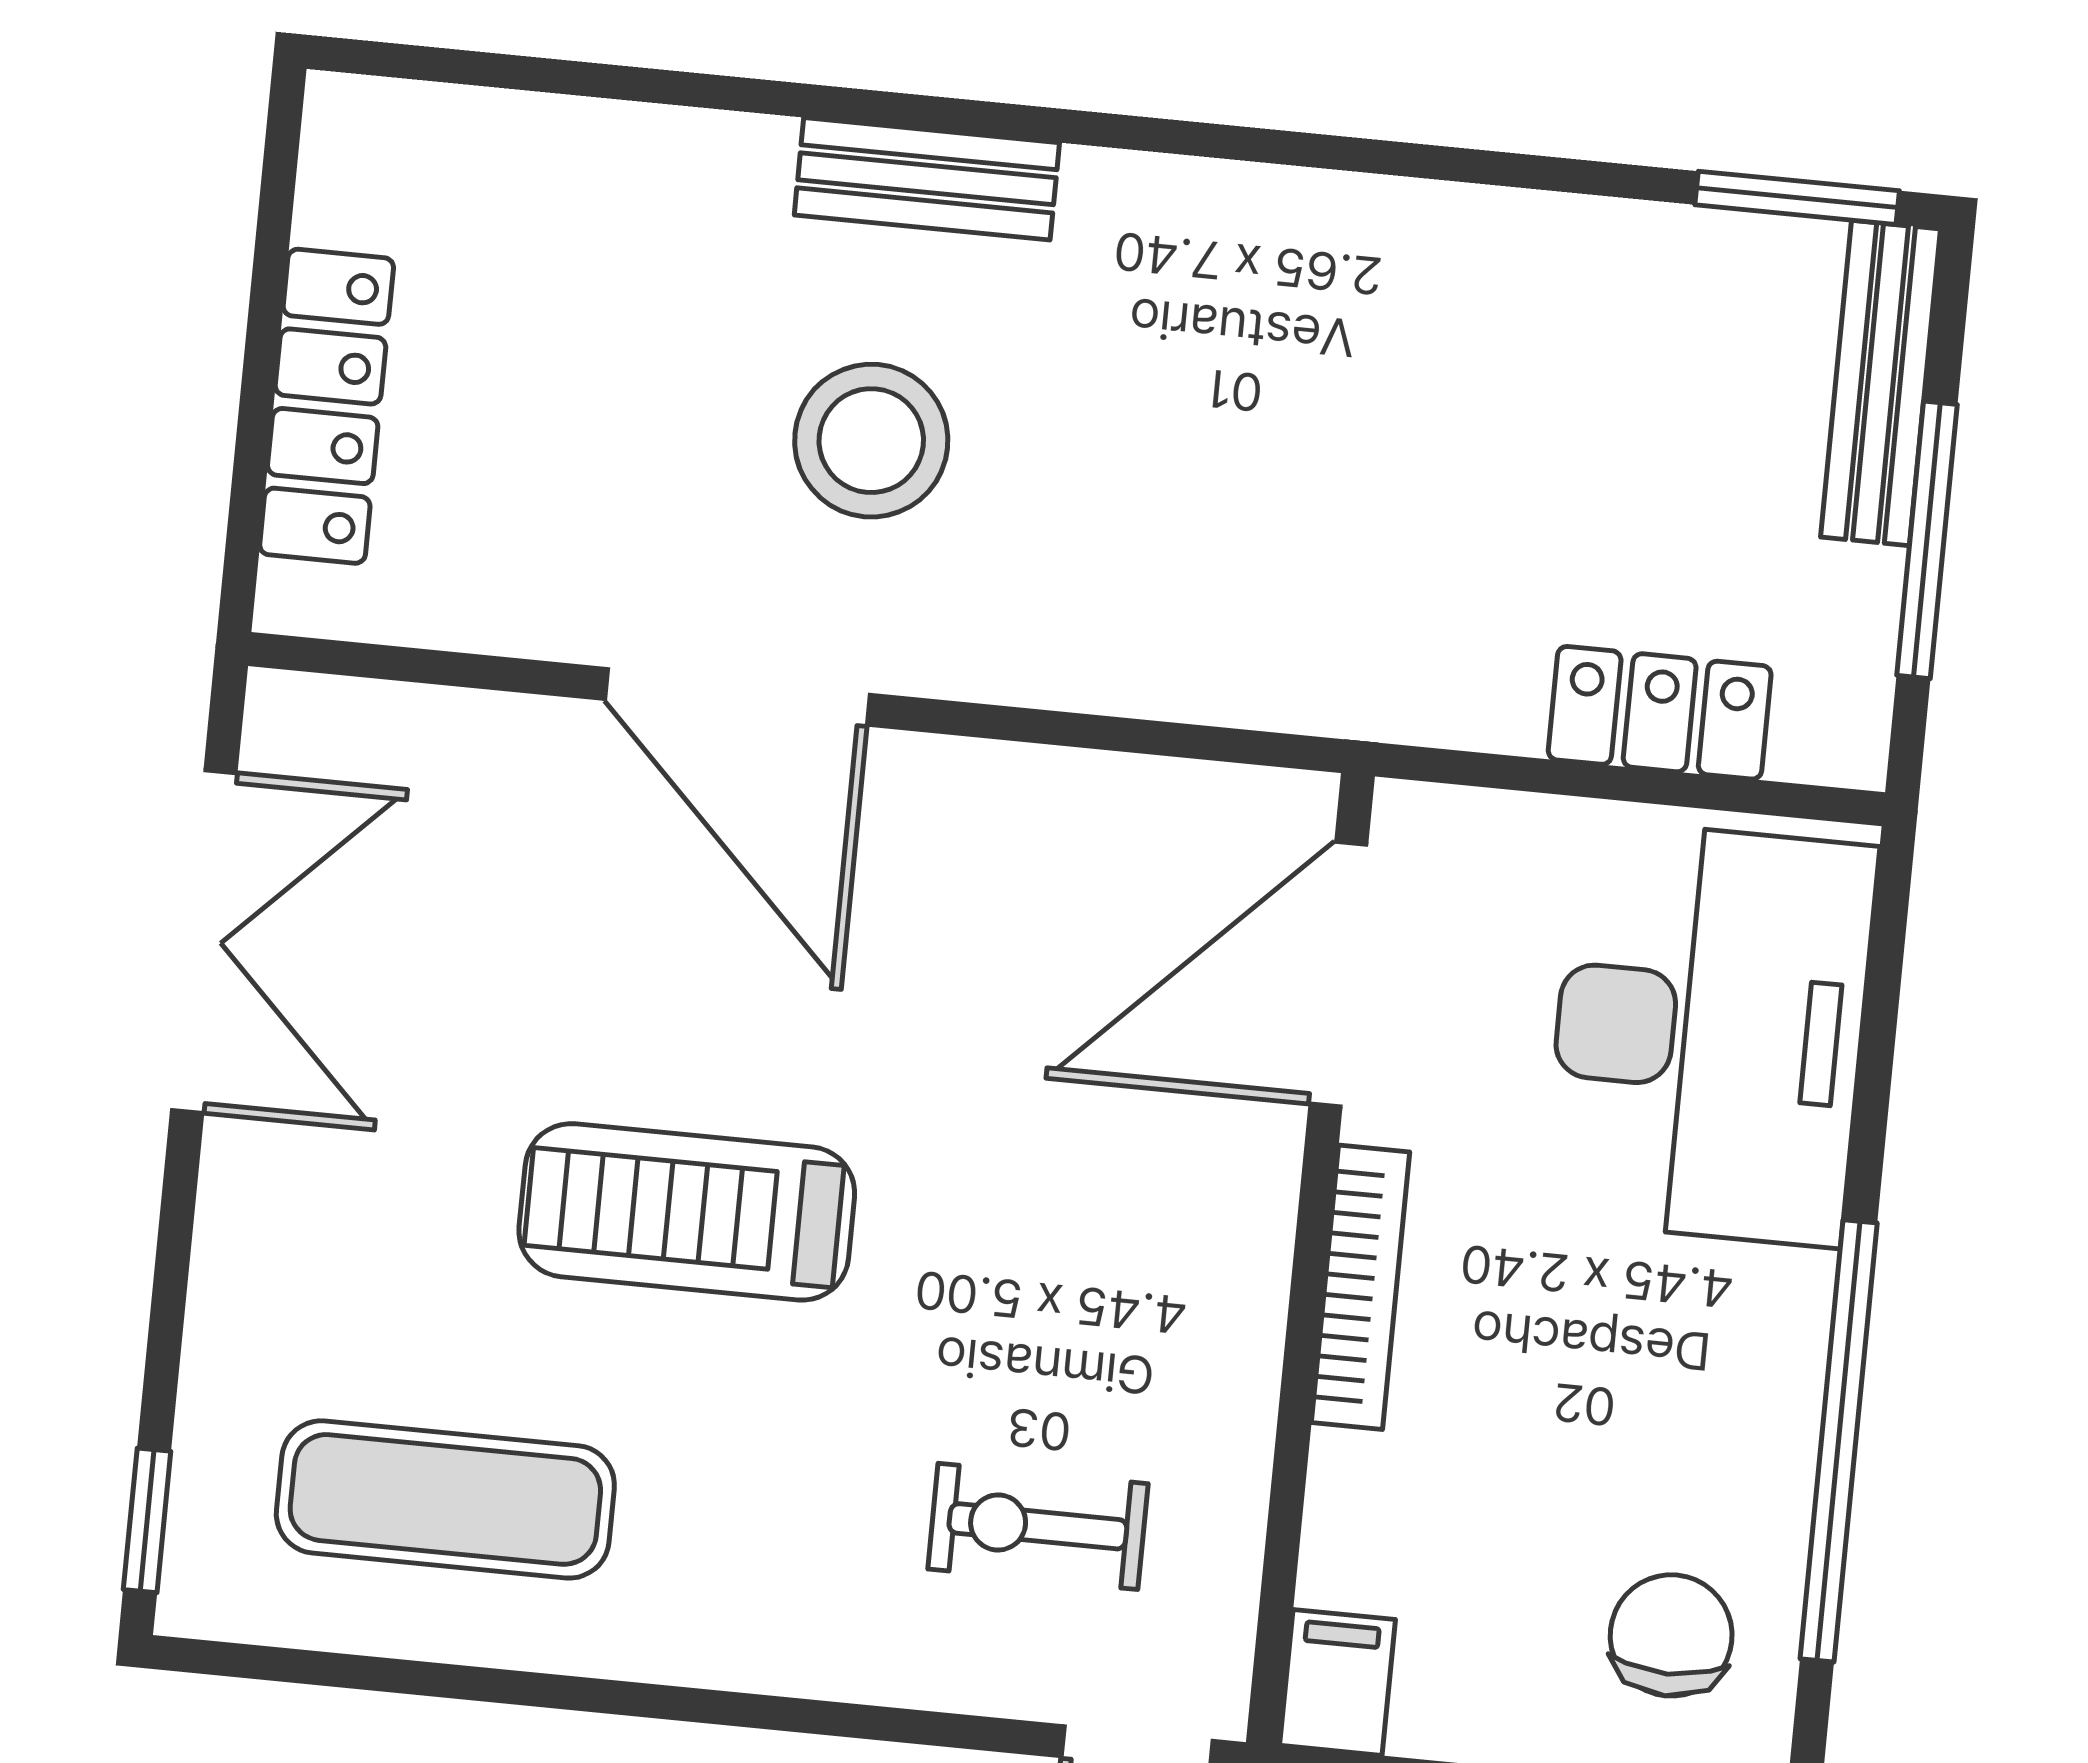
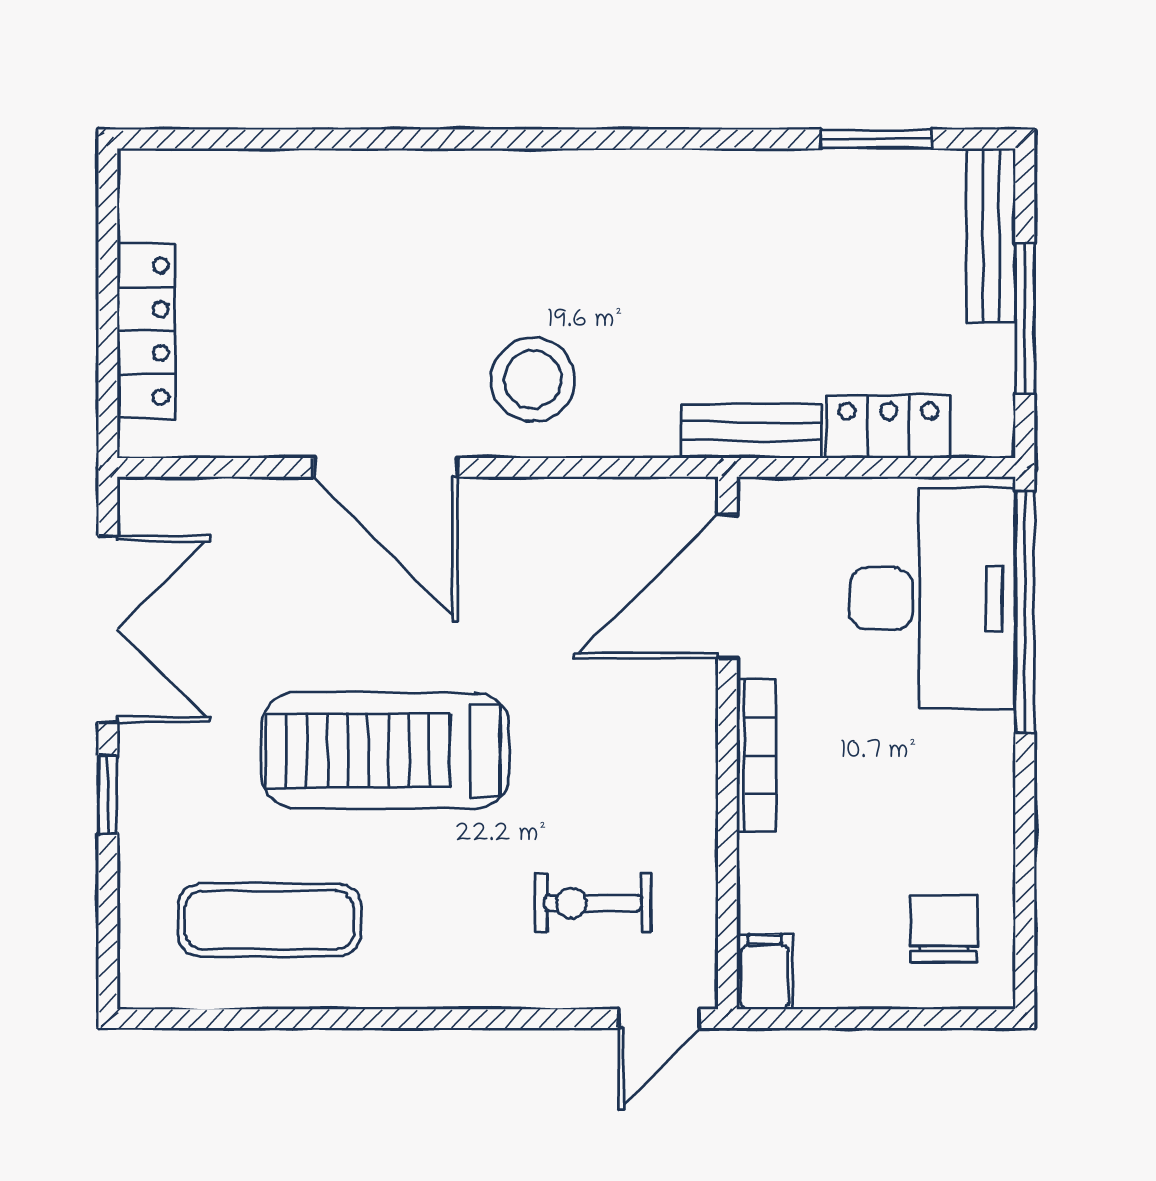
bench: (927, 179) -> (751, 431), moved
window: (1797, 198) -> (876, 139), moved
stool: (871, 441) -> (533, 379), moved
treadmill: (687, 1212) -> (385, 750), width x1.37, depth x1.38
window: (1839, 1441) -> (1025, 612), moved
window: (147, 1520) -> (108, 795), moved

